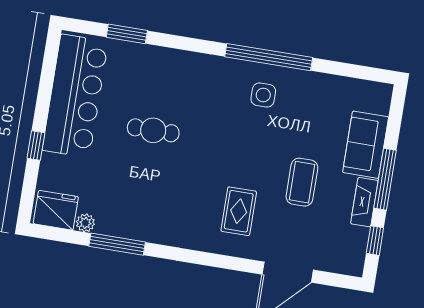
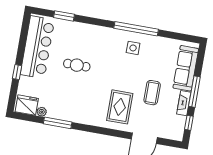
sofa: (366, 145) -> (186, 68), width x1.36
rug: (239, 211) -> (120, 107), width x1.36, depth x1.43

